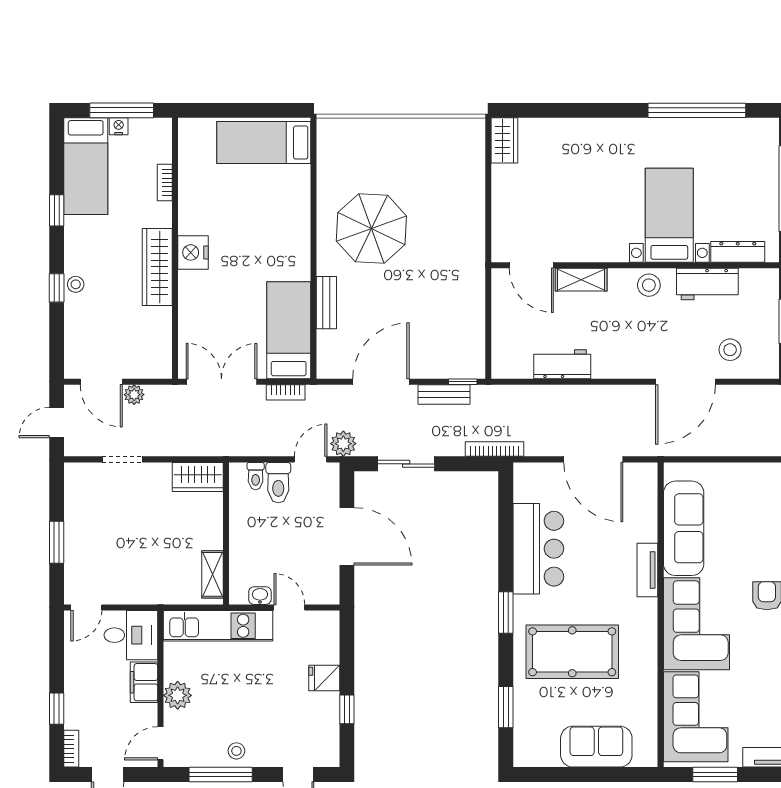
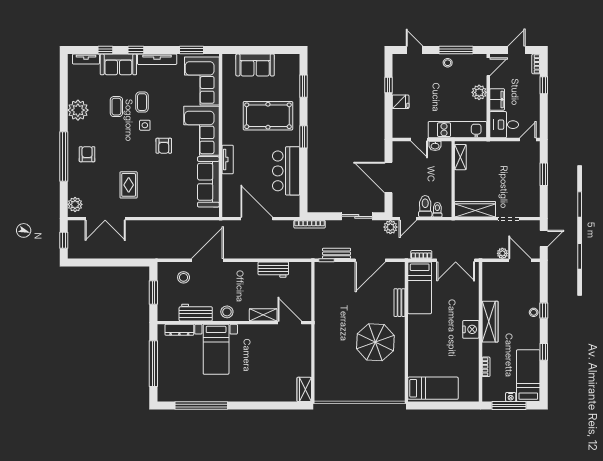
wardrobe: (198, 477) -> (475, 209), width x1.50

